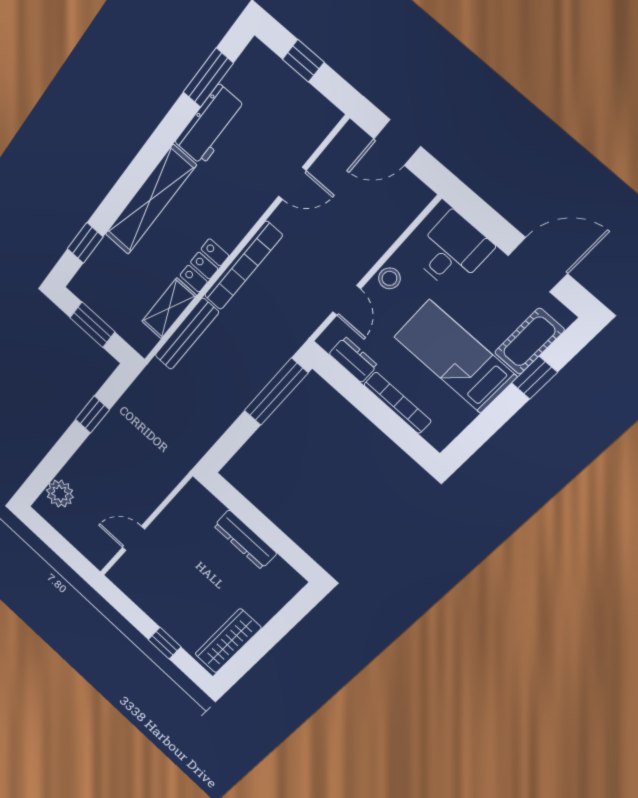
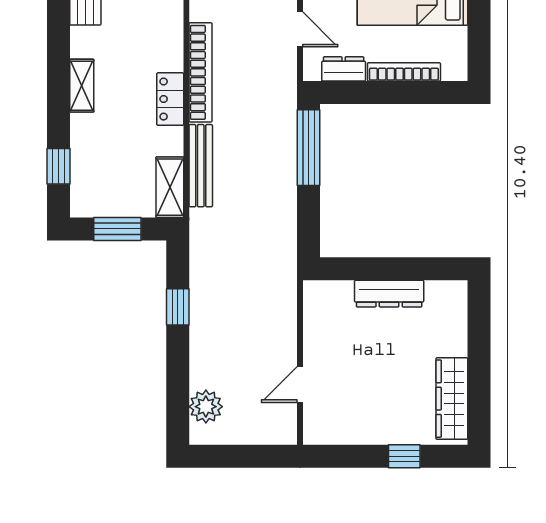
shelving: (150, 200) -> (82, 86), width x0.45, depth x0.75
shelving: (169, 308) -> (170, 187), moved

